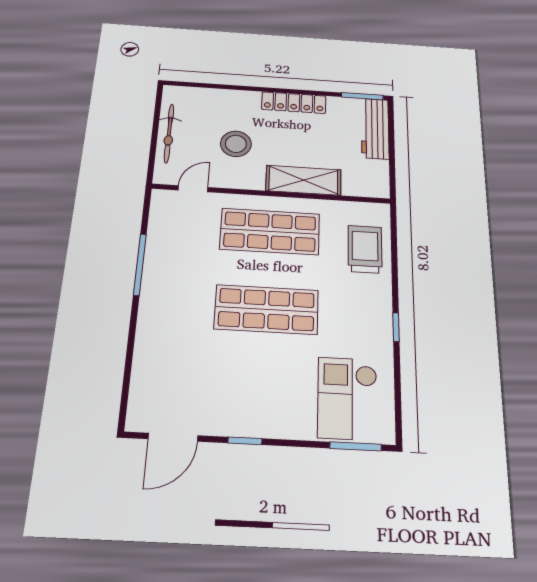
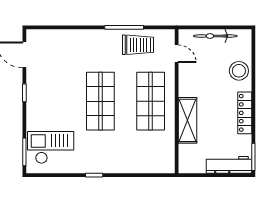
stool: (236, 144) -> (239, 71), moved
trolley: (365, 249) -> (138, 45), moved

